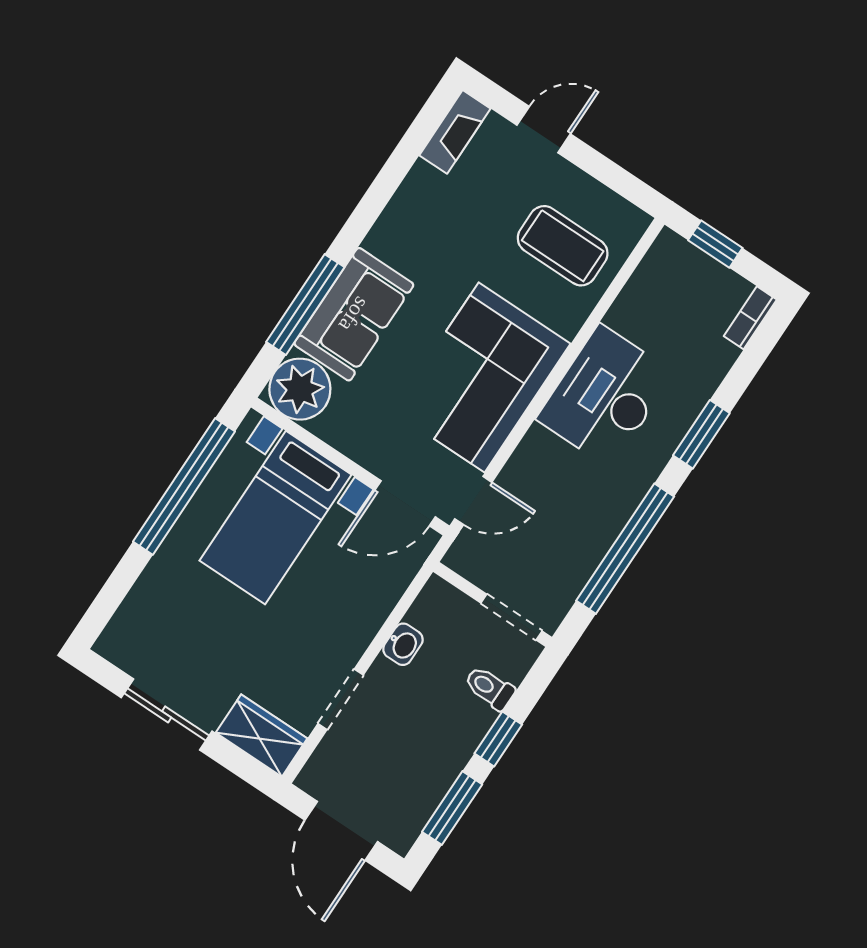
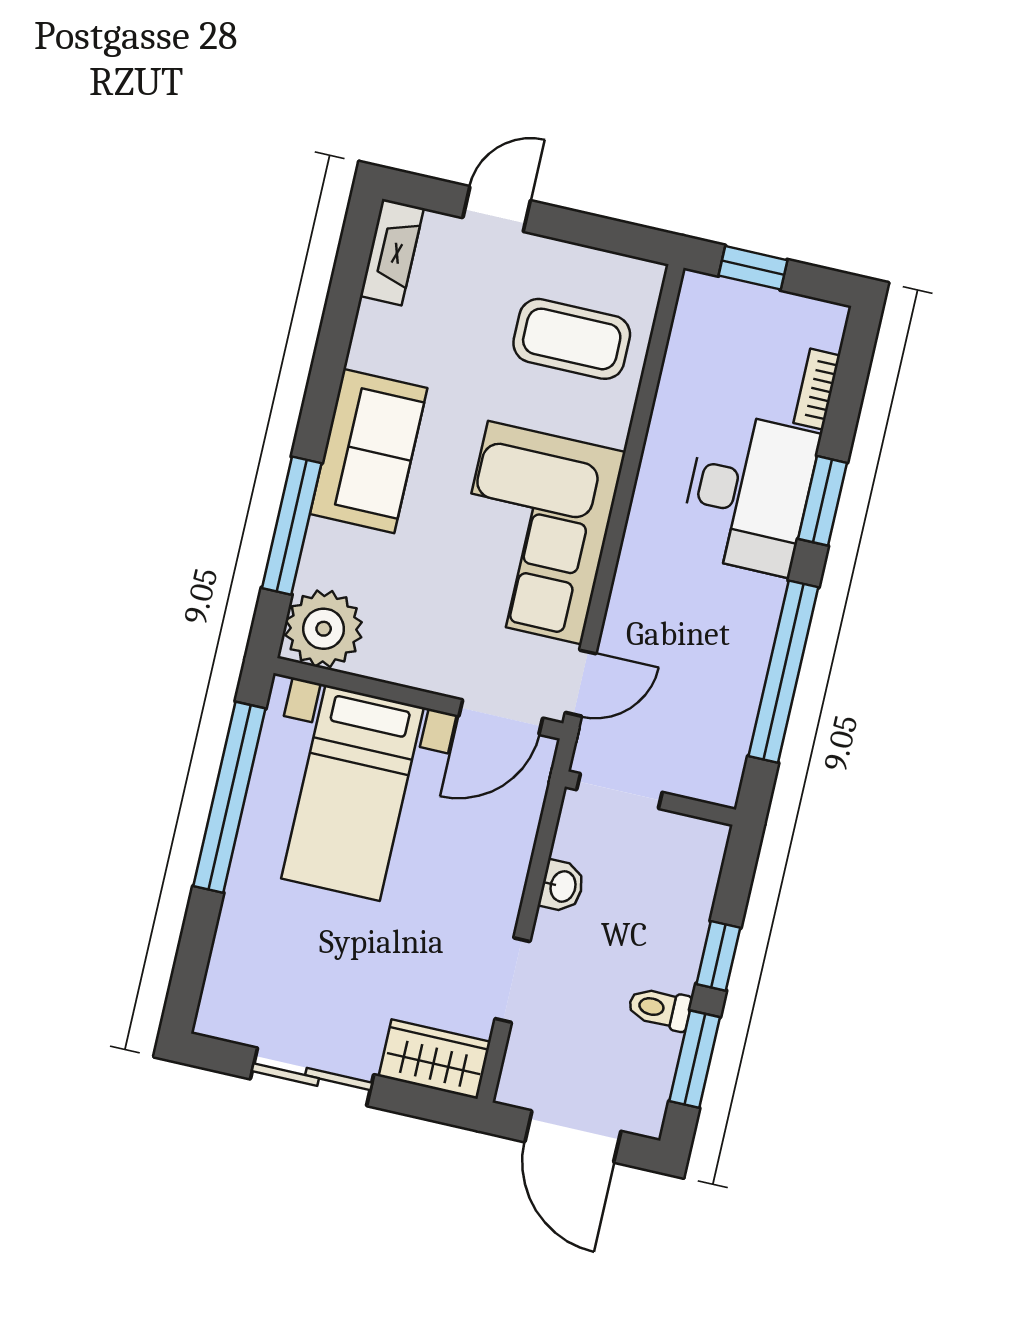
sofa: (354, 314) -> (369, 451), moved
bookcase: (750, 318) -> (817, 389), moved
desk: (605, 396) -> (749, 493), moved, turned 180
doorway: (511, 617) -> (619, 791), moved
toilet: (489, 688) -> (660, 1008), moved

